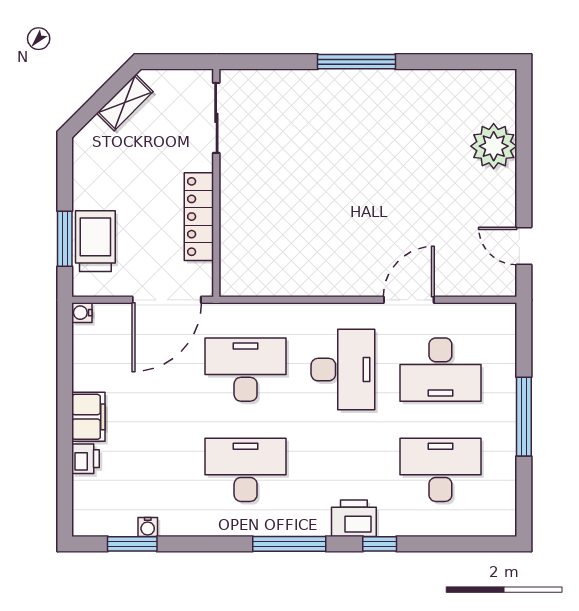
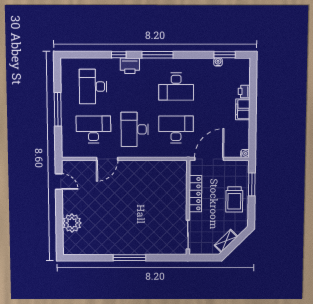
trolley: (95, 241) -> (234, 199), moved
desk: (246, 370) -> (176, 129), turned 180
desk: (440, 470) -> (93, 87), turned 90

